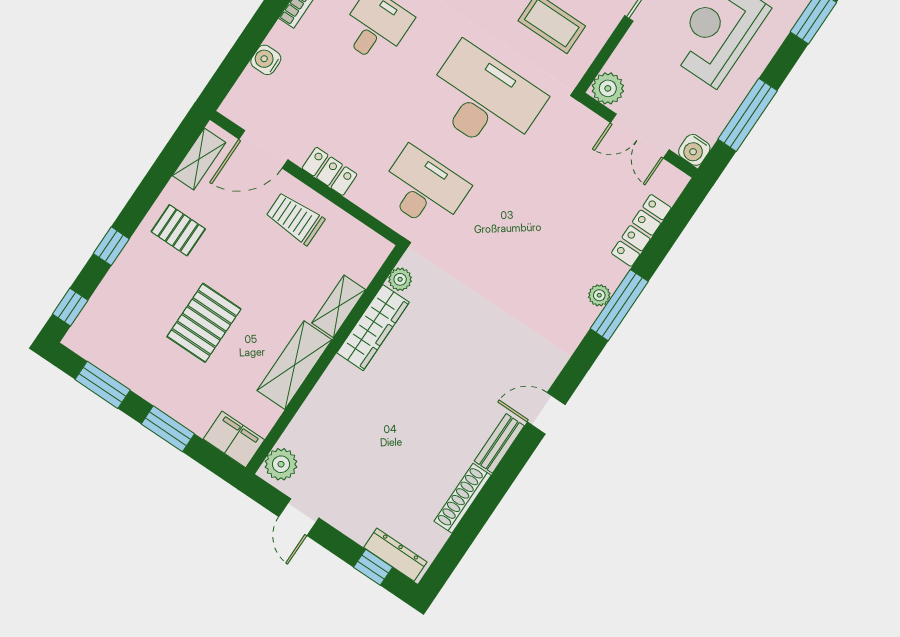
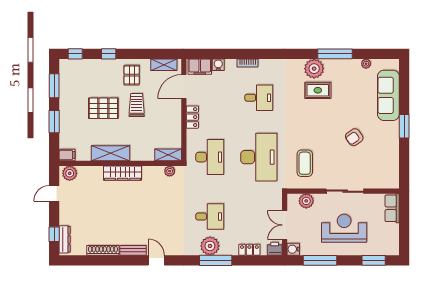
plant: (608, 88) -> (306, 201), moved
filing cabinet: (247, 96) -> (200, 67), added
door: (263, 149) -> (184, 87), hinge flipped
printer: (671, 183) -> (275, 249), added
trolley: (295, 218) -> (137, 105), moved
locker: (641, 230) -> (249, 250), width x0.66
desk: (532, 262) -> (210, 216), added
plant: (599, 295) -> (210, 246), width x1.88, depth x1.88
shelving: (339, 306) -> (168, 155), moved
wardrobe: (373, 328) -> (123, 173), moved
filing cabinet: (234, 439) -> (67, 155), width x0.50

